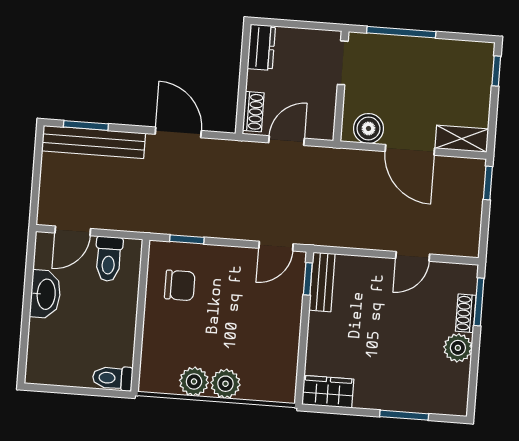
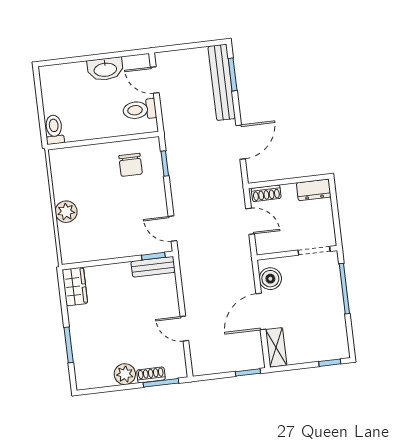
plant: (194, 382) -> (63, 189), removed

